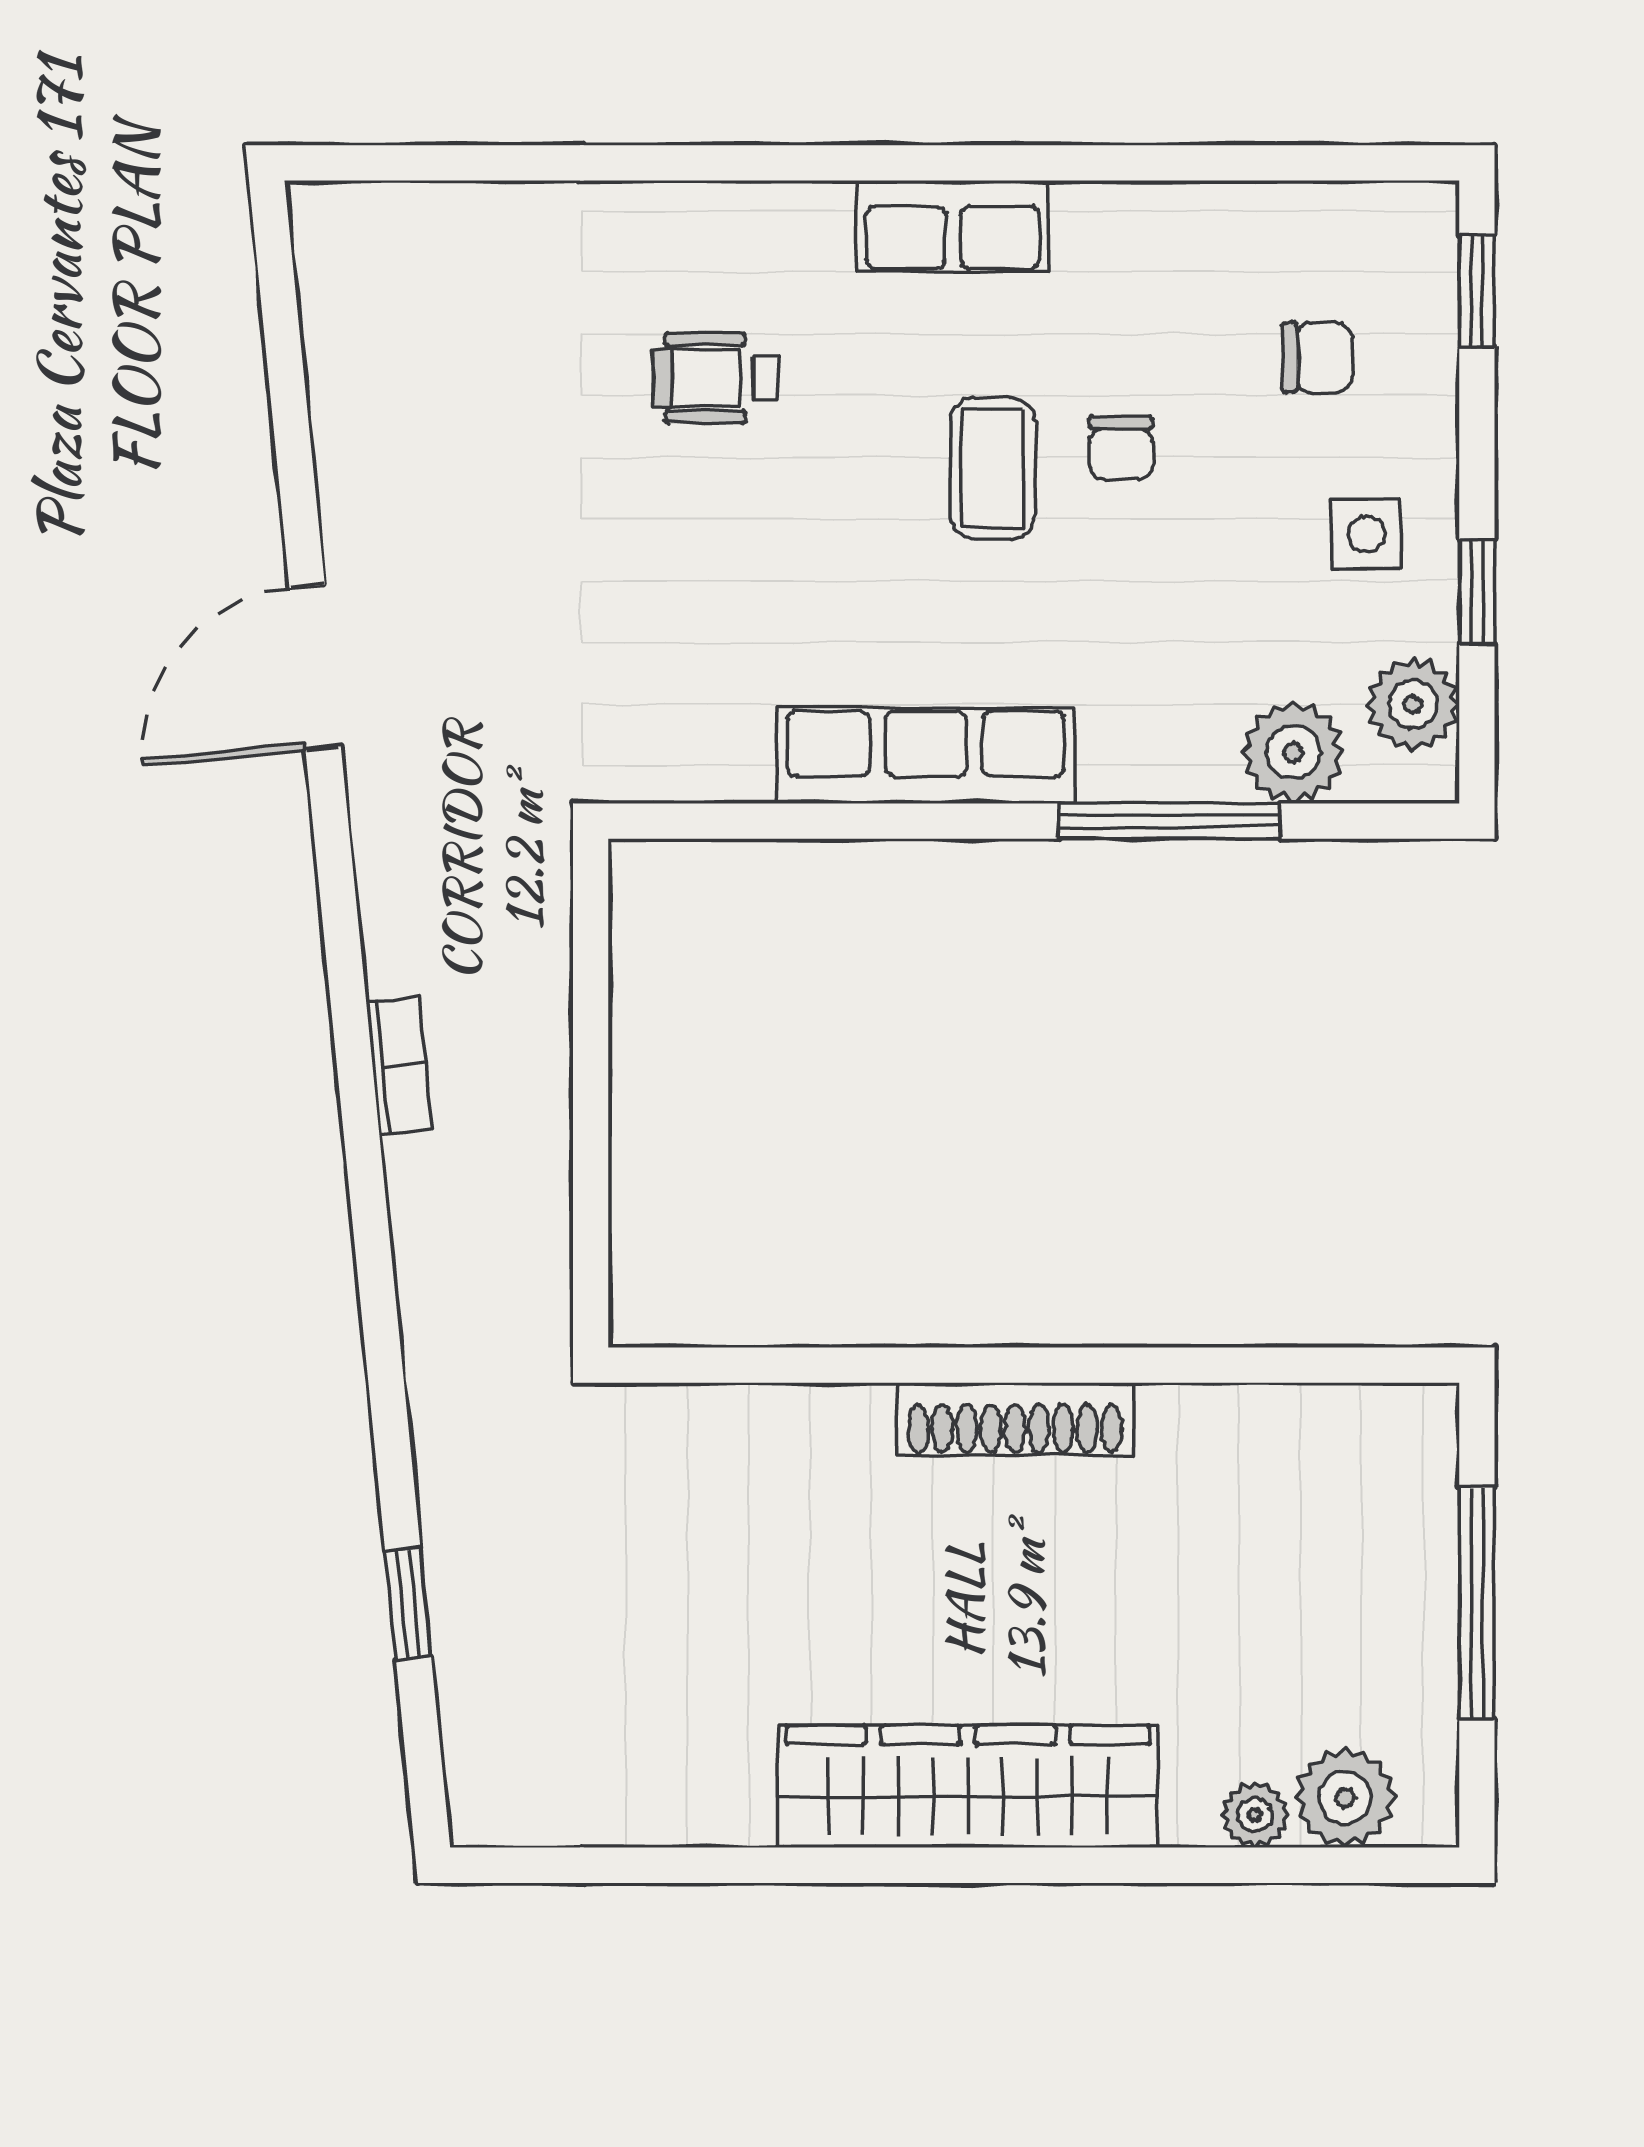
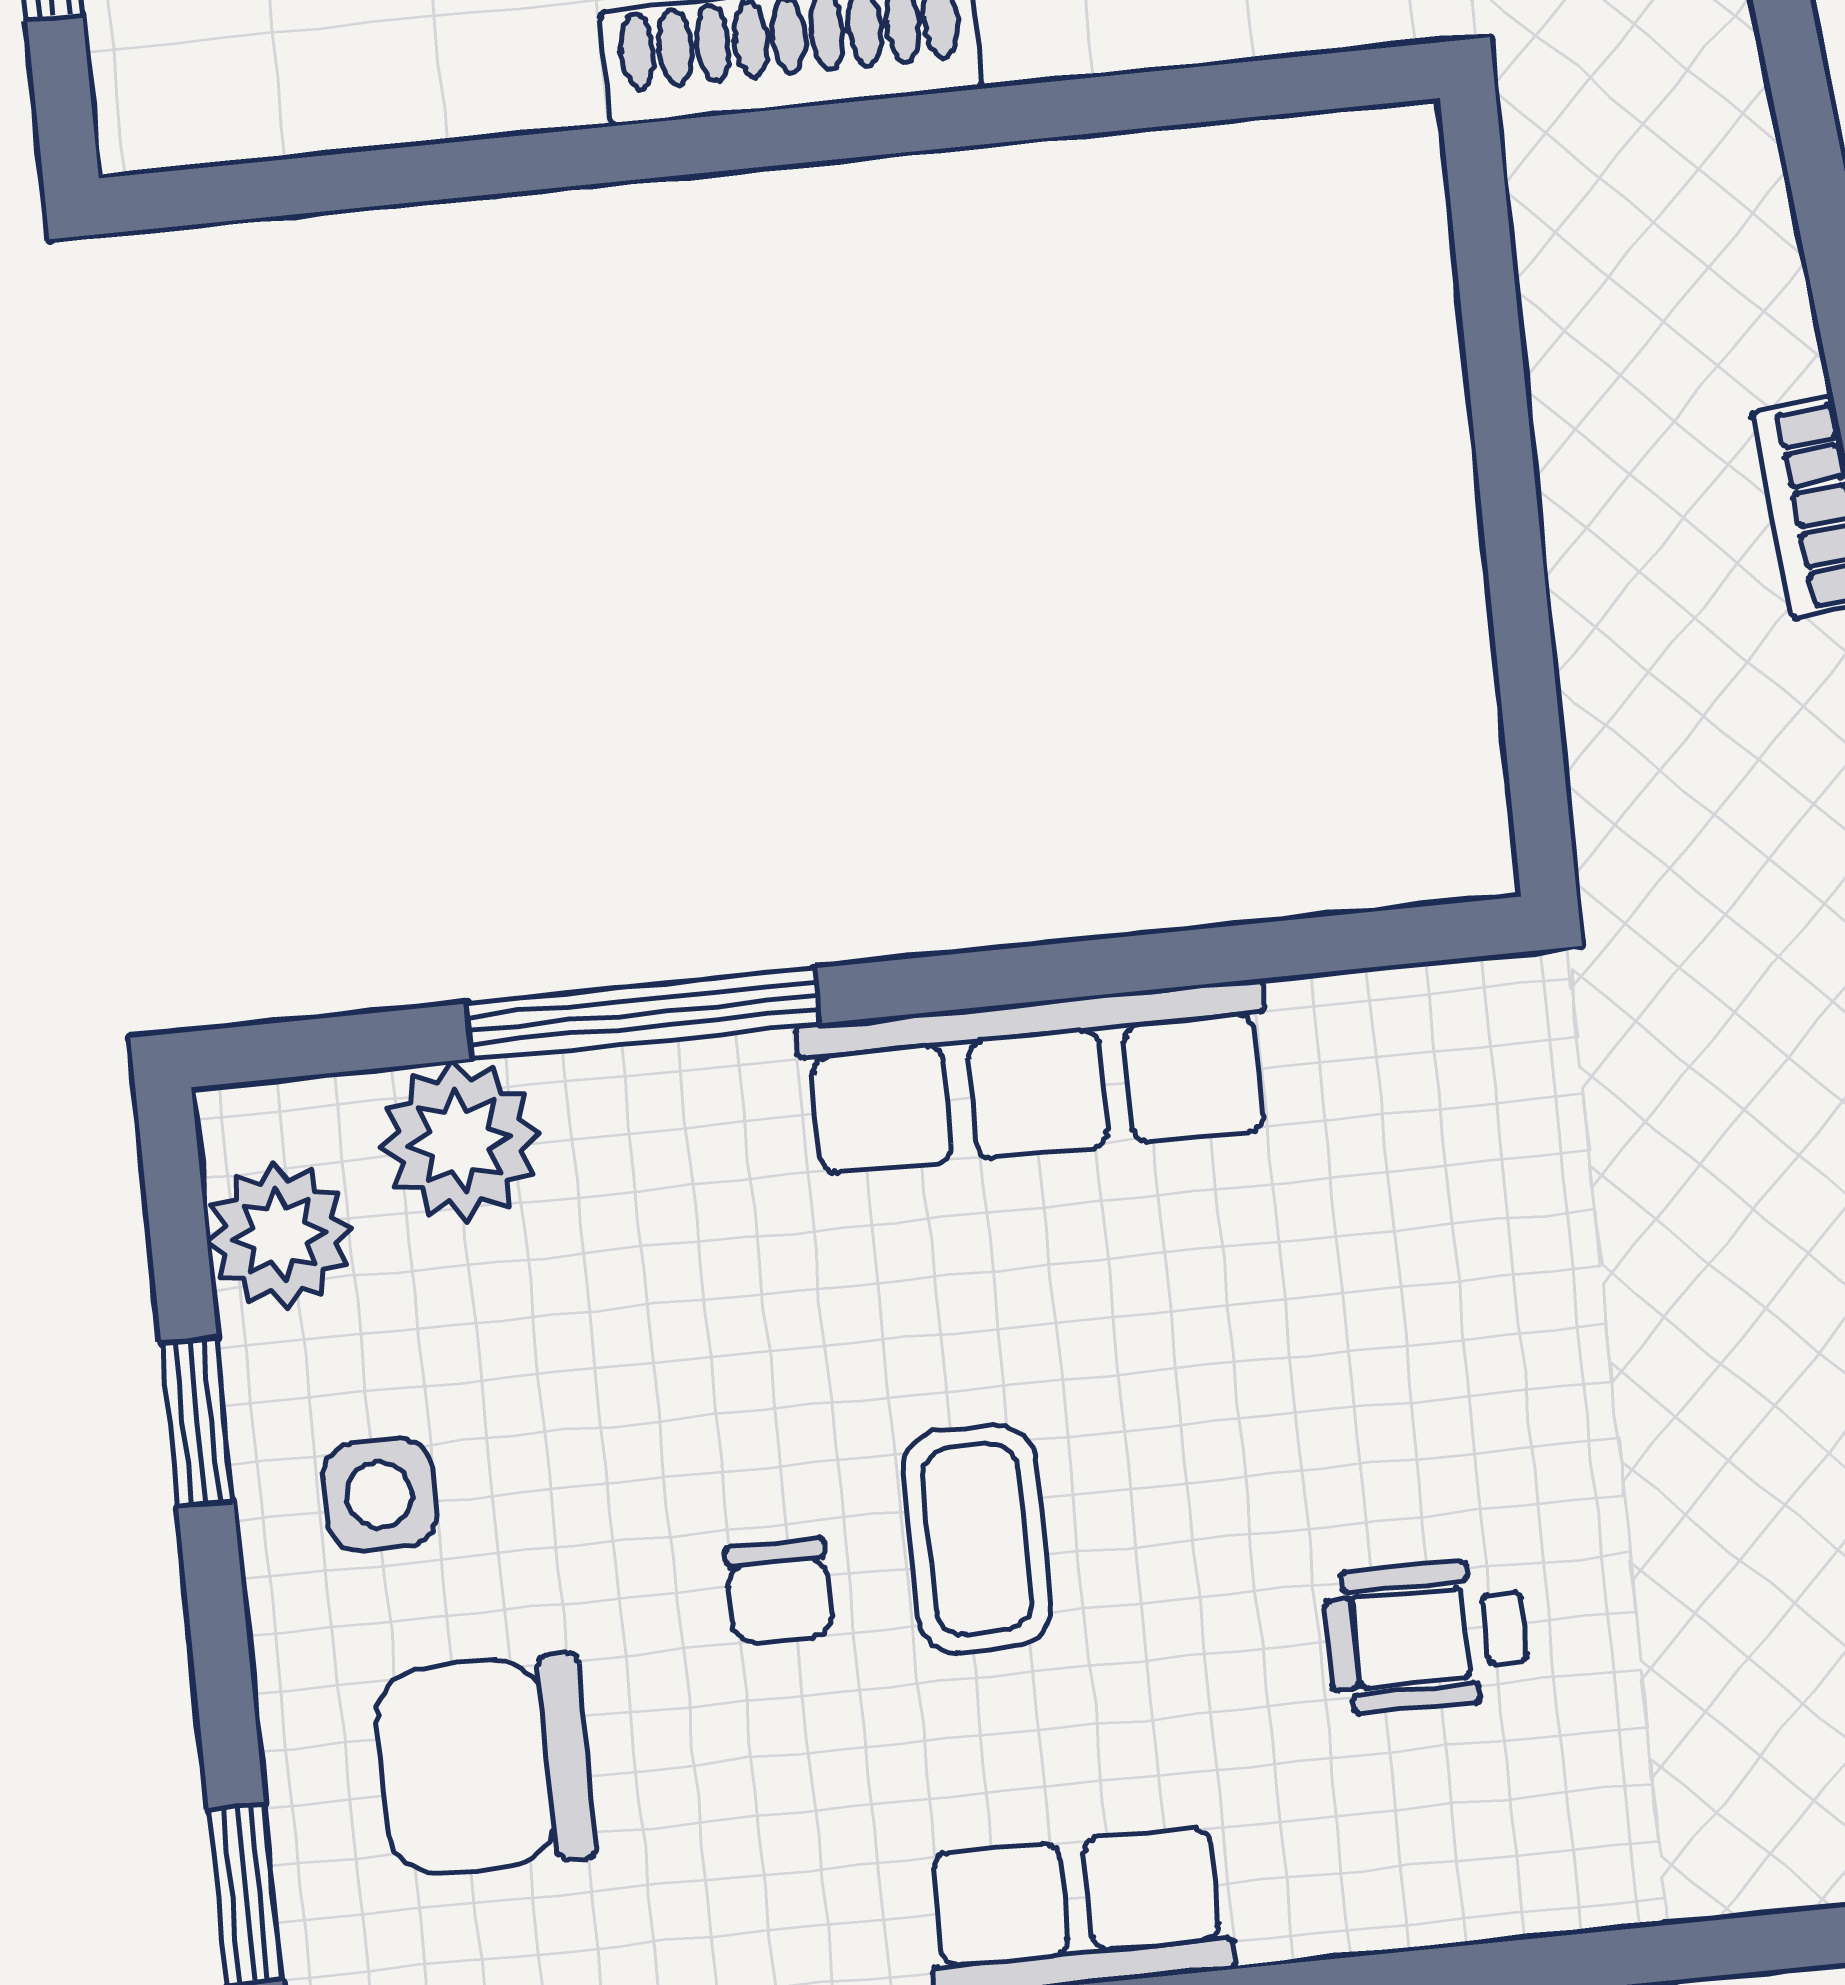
chair: (1317, 357) -> (485, 1765), width x1.87, depth x1.87
wheelchair: (716, 378) -> (1426, 1636), turned 180
chair: (1121, 448) -> (779, 1591), turned 180

